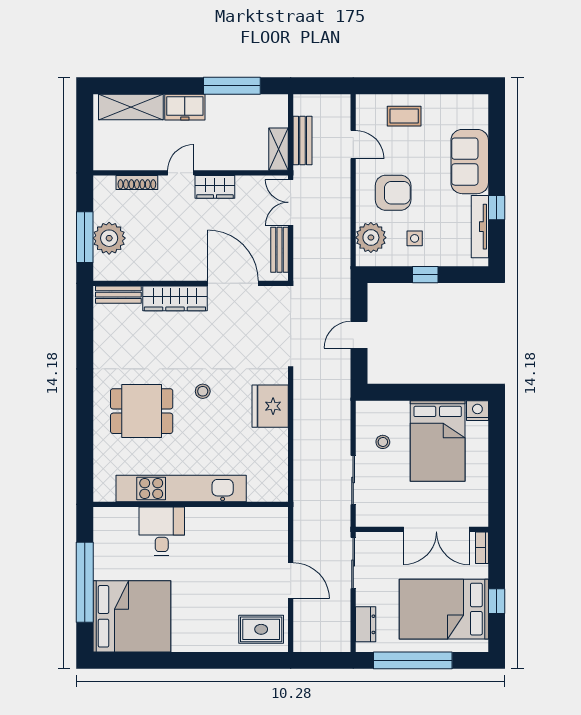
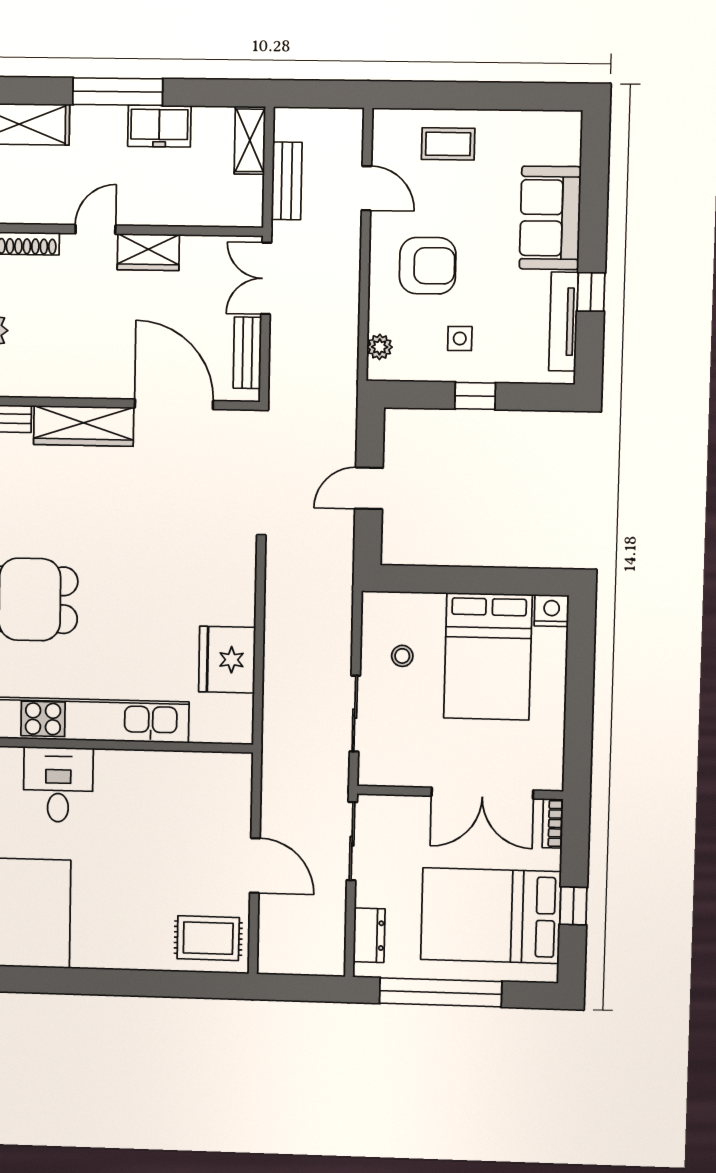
window: (232, 86) -> (118, 92), moved
freezer: (185, 107) -> (159, 126), moved
shelving: (279, 149) -> (250, 140), moved
plant: (371, 238) -> (380, 347), width x0.53, depth x0.53
stool: (203, 391) -> (124, 571), removed
fridge: (270, 406) -> (227, 660), moved

